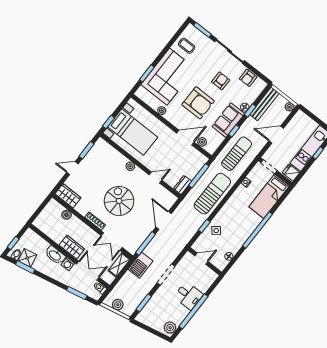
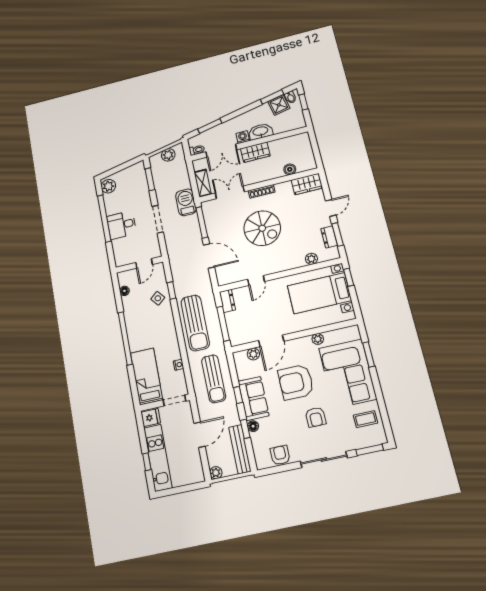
armchair: (221, 81) -> (316, 417), moved
dresser: (92, 154) -> (329, 237), added
plant: (130, 166) -> (311, 259), moved

